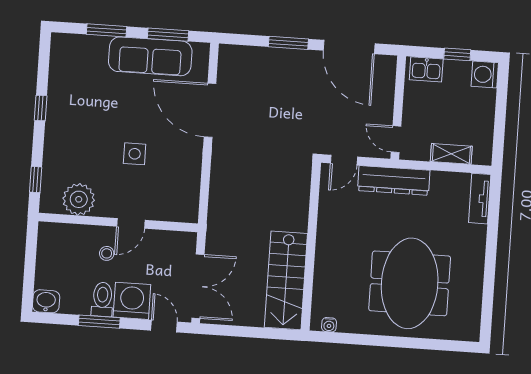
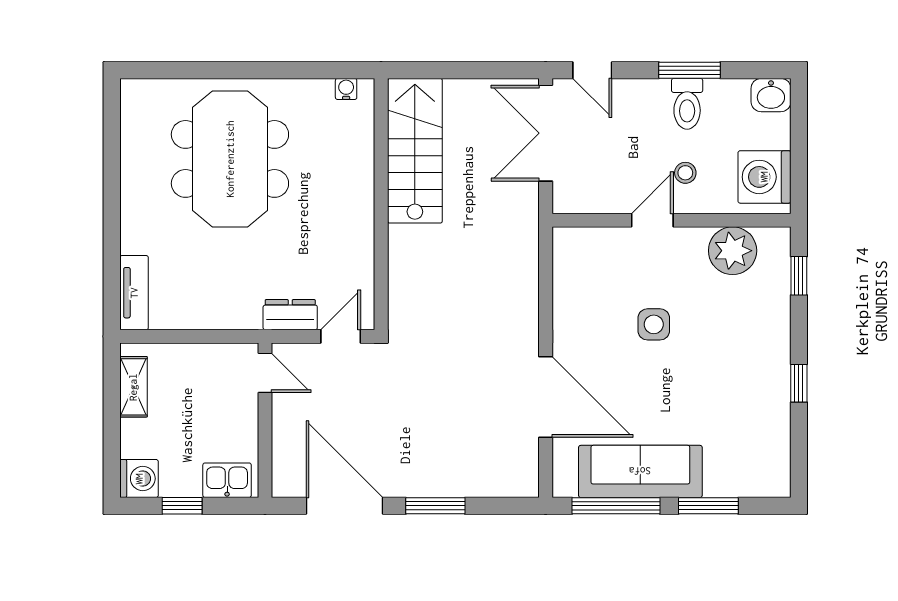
window: (168, 35) -> (616, 506), width x1.44
shelving: (451, 154) -> (133, 387), moved, turned 90
dresser: (394, 180) -> (290, 315), width x0.51, depth x0.80
washing machine: (132, 301) -> (764, 177), moved, turned 90

